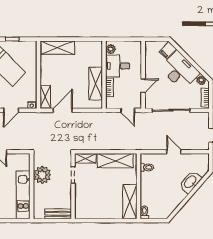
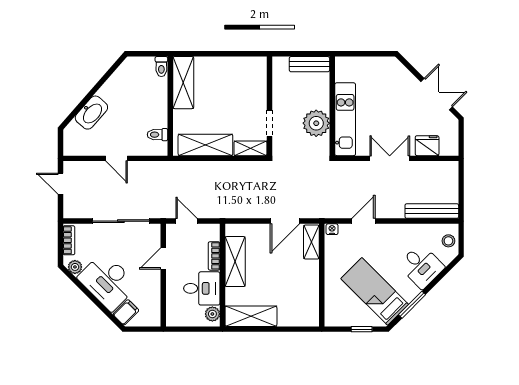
shelving: (57, 48) -> (251, 316), moved
kitchen unit: (23, 195) -> (345, 119), moved
bench: (58, 214) -> (309, 64), moved

